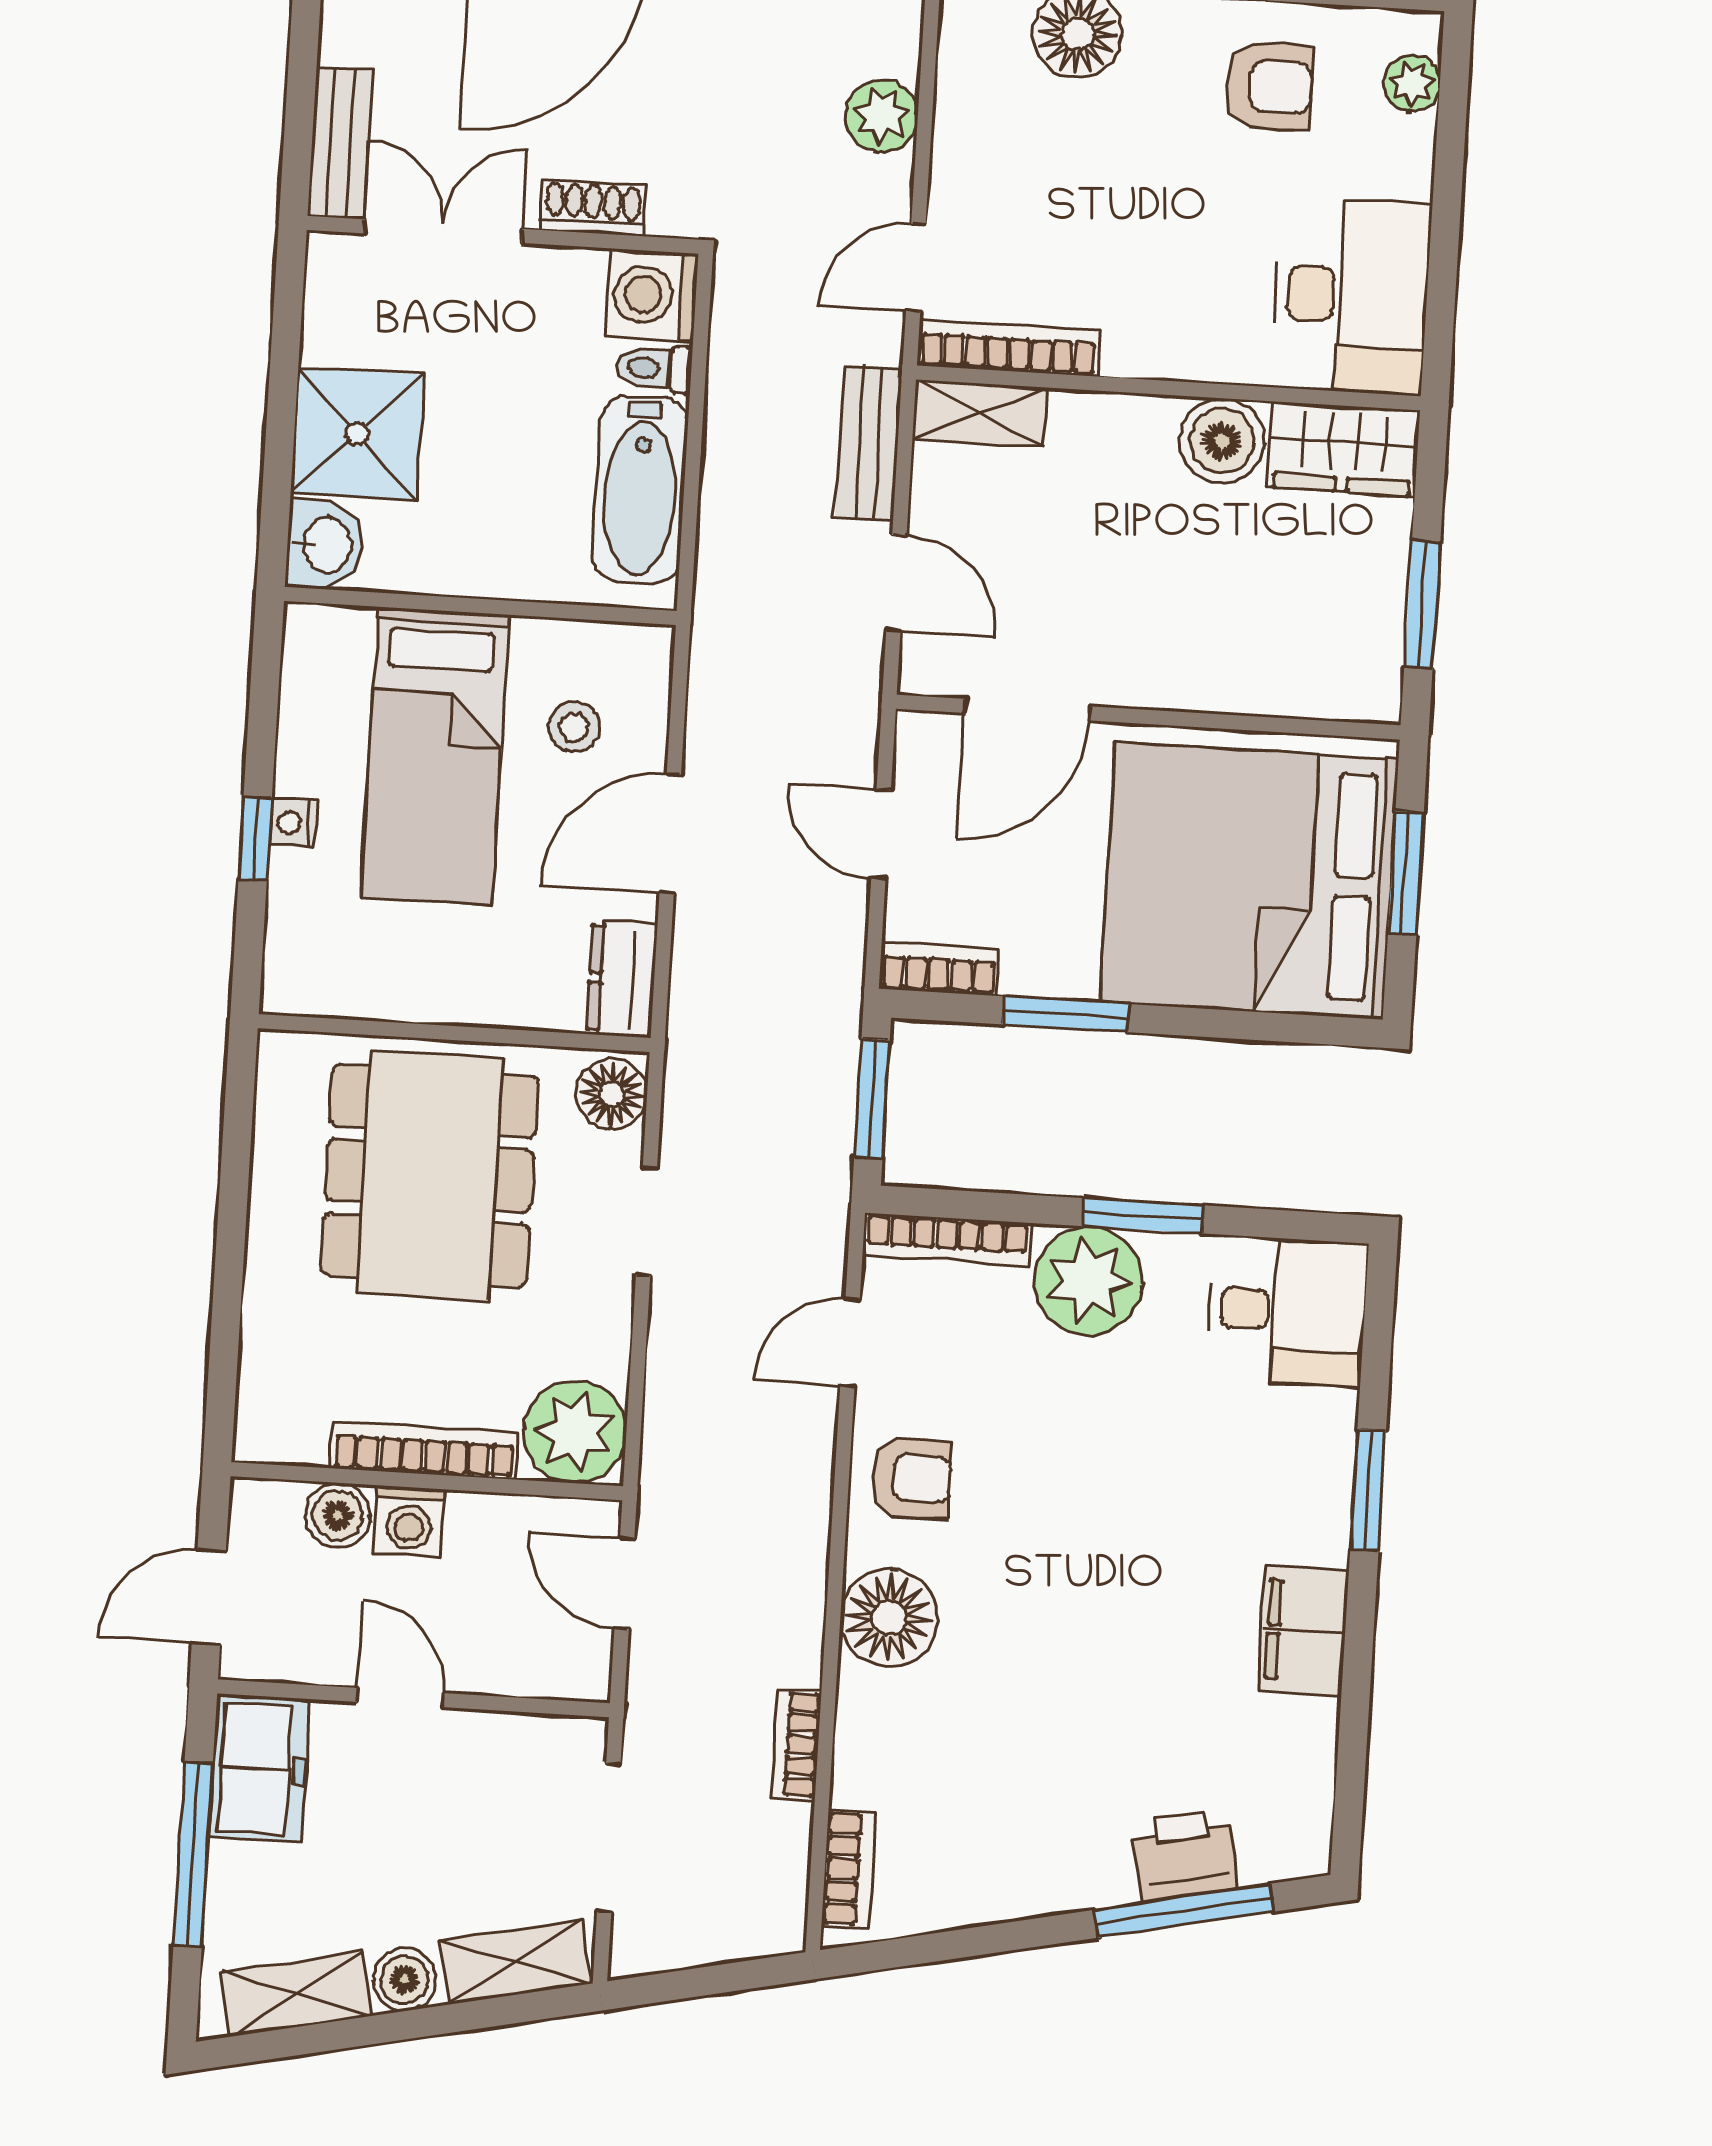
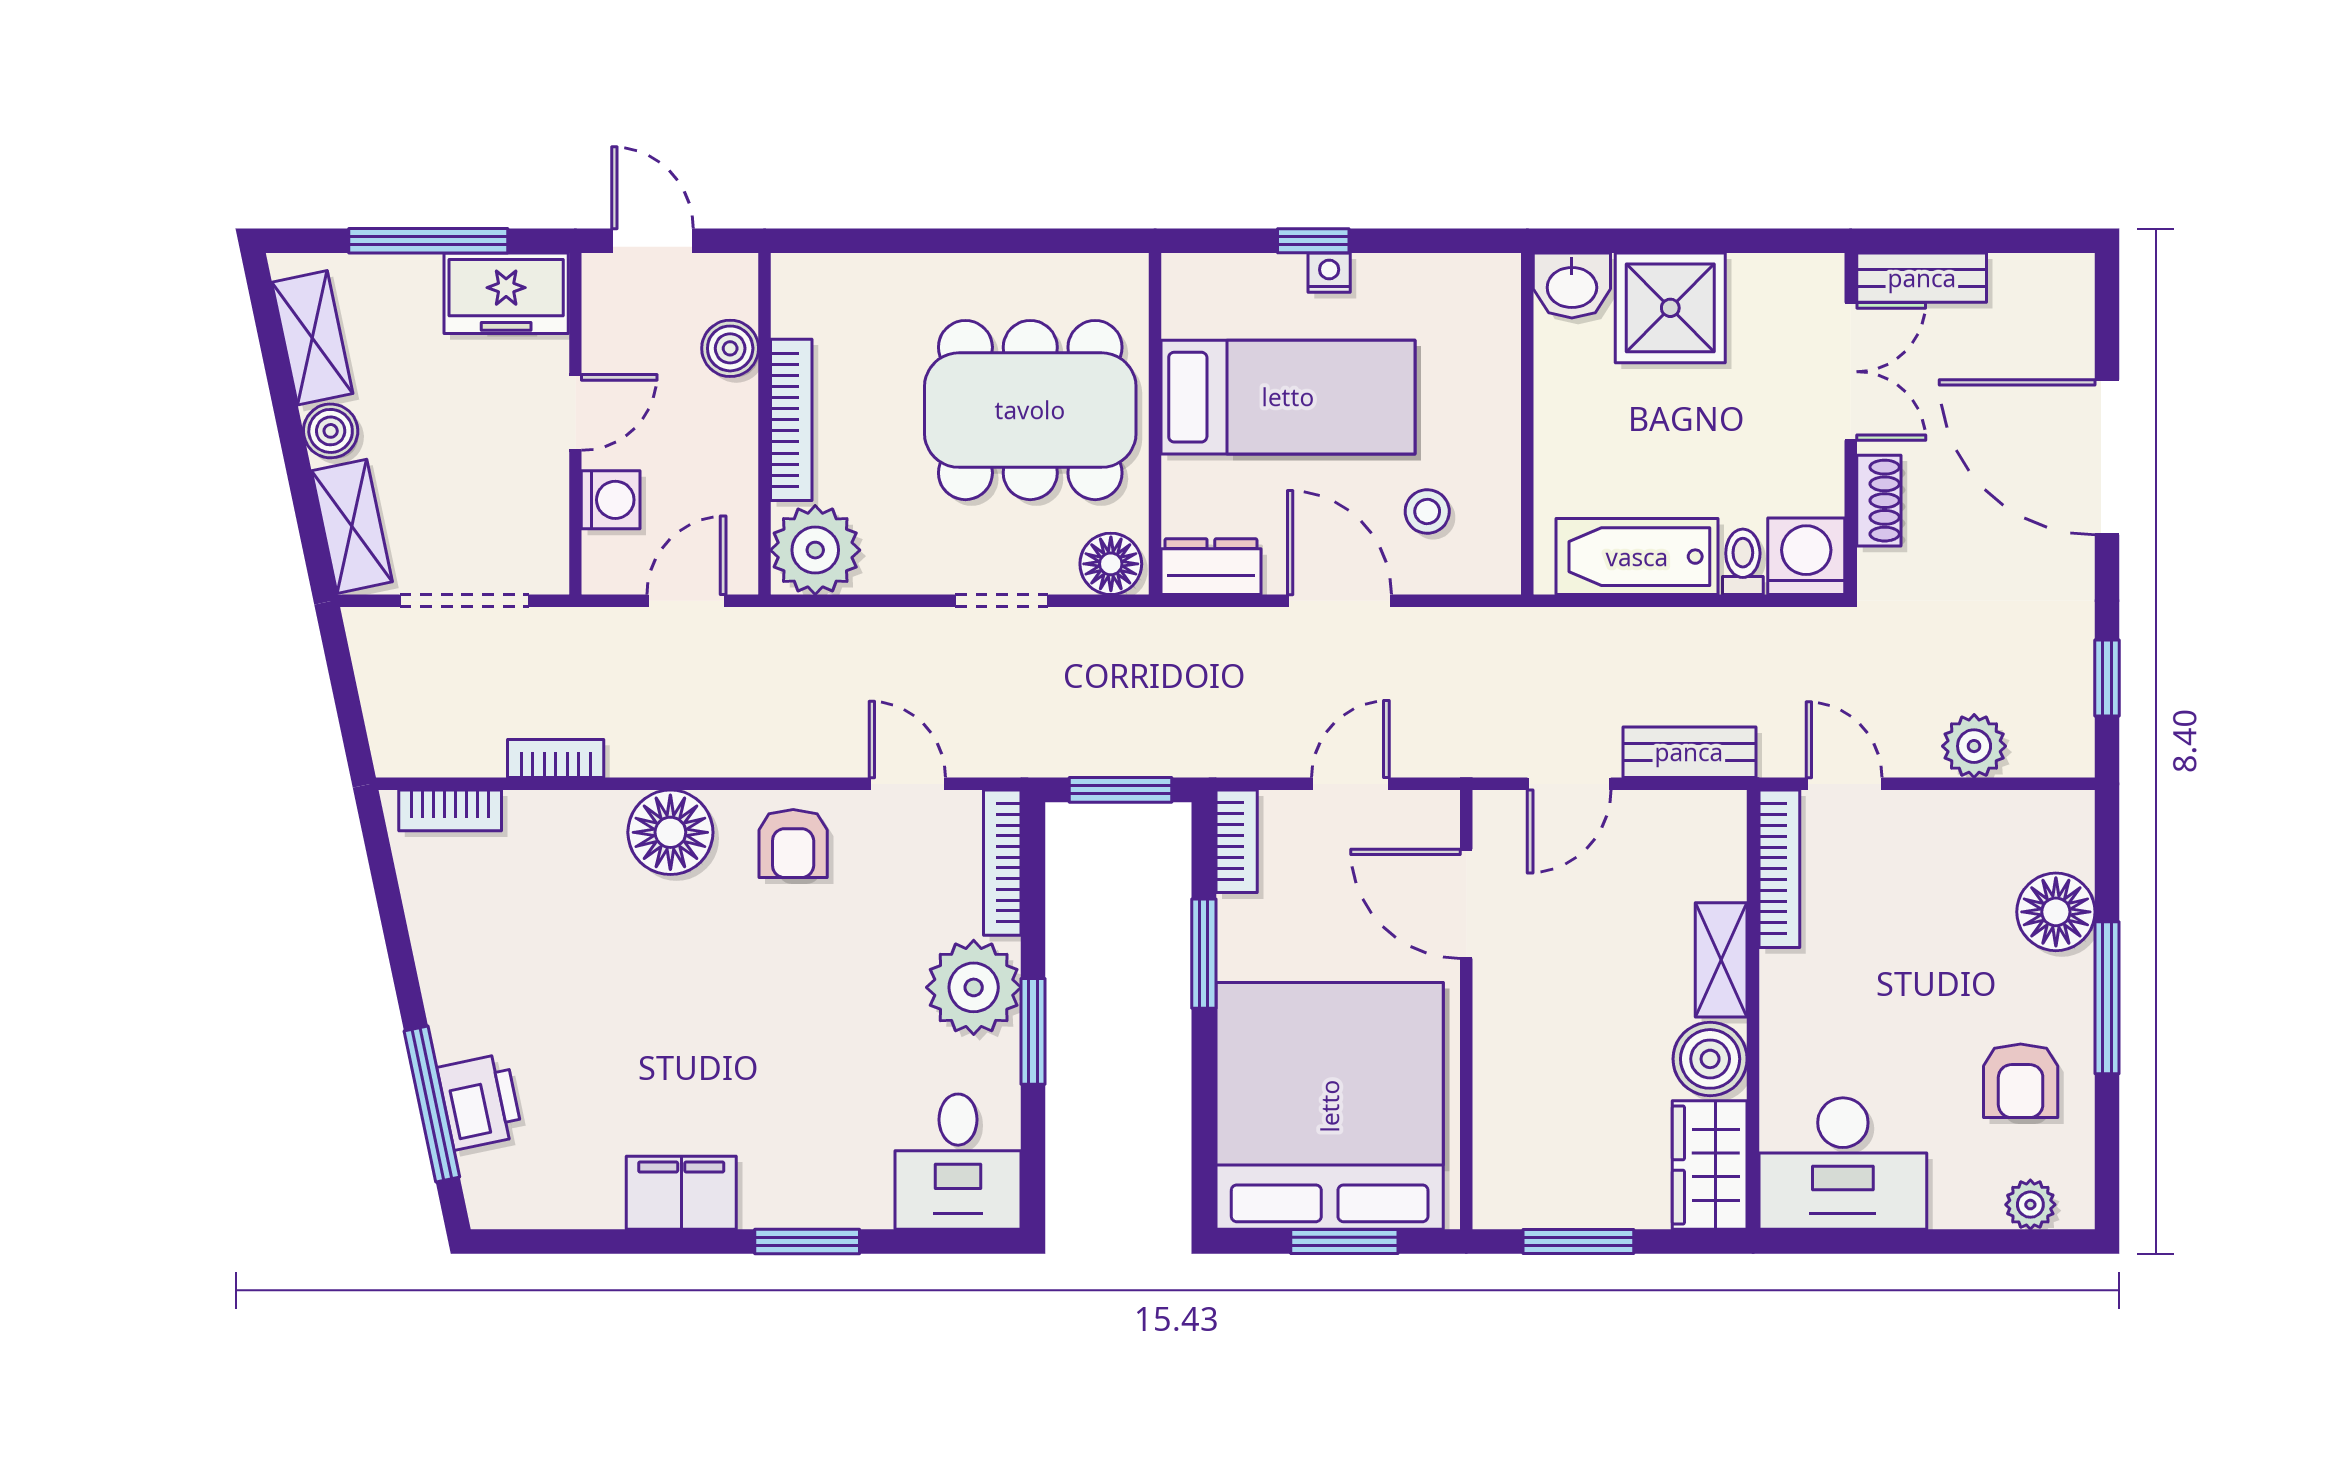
shelving: (980, 413) -> (1721, 960), moved
bed: (435, 756) -> (1288, 397), moved, turned 180
washing machine: (409, 1521) -> (611, 500), moved, turned 180

